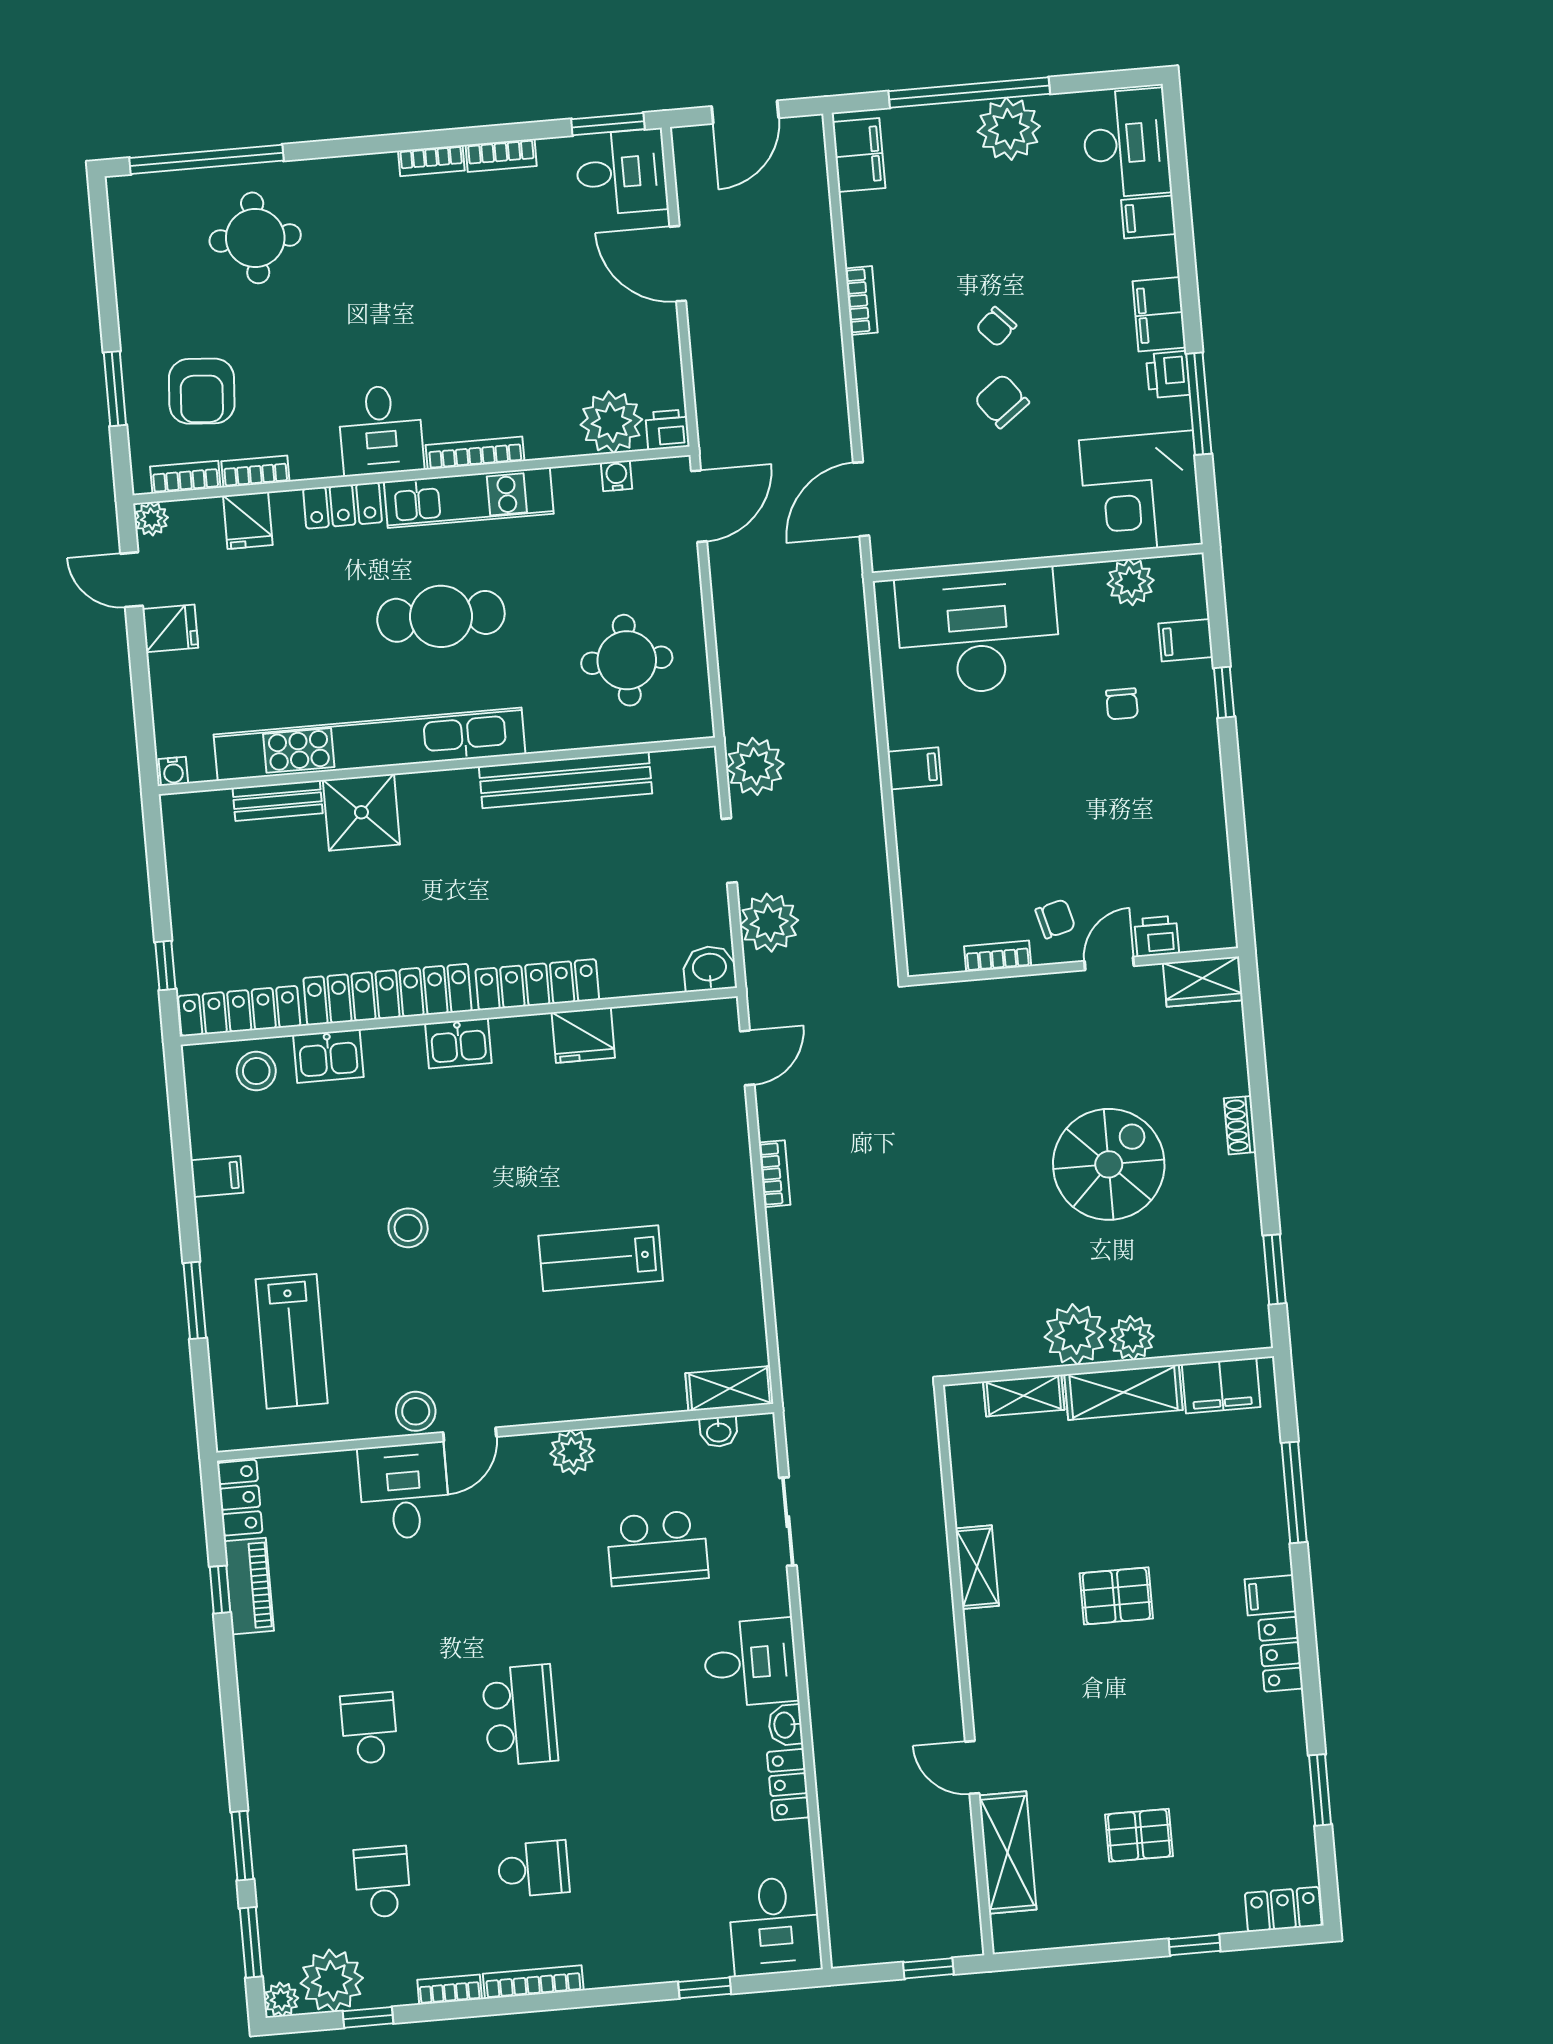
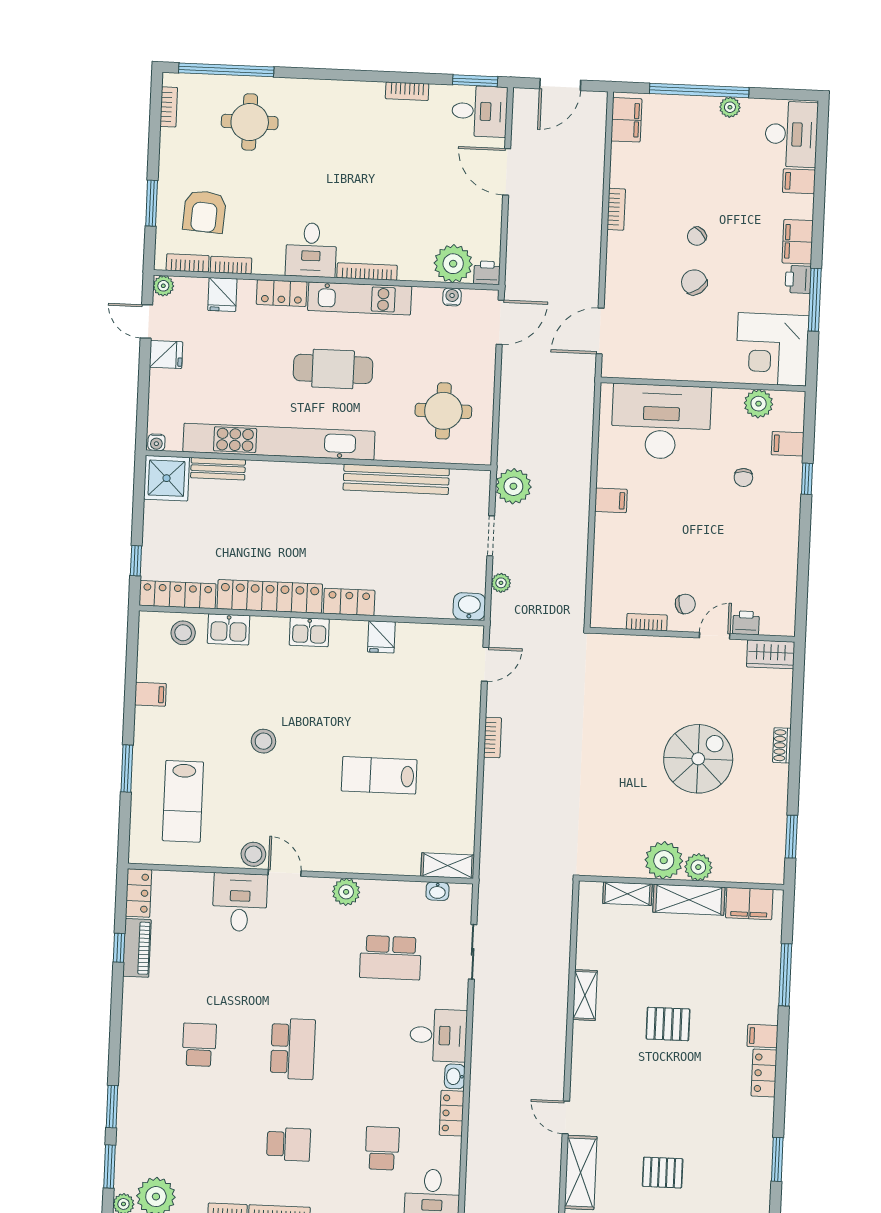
plant: (1009, 129) -> (730, 107), width x0.53, depth x0.53
bookcase: (431, 161) -> (169, 107), moved, turned -90
shower: (361, 812) -> (167, 478), moved
plant: (769, 923) -> (501, 583), width x0.53, depth x0.53
locker: (537, 985) -> (349, 602), width x0.66
fridge: (583, 1035) -> (381, 637), width x0.72
door: (470, 1435) -> (285, 873), swing flipped
school desk: (383, 1882) -> (382, 1148), moved

